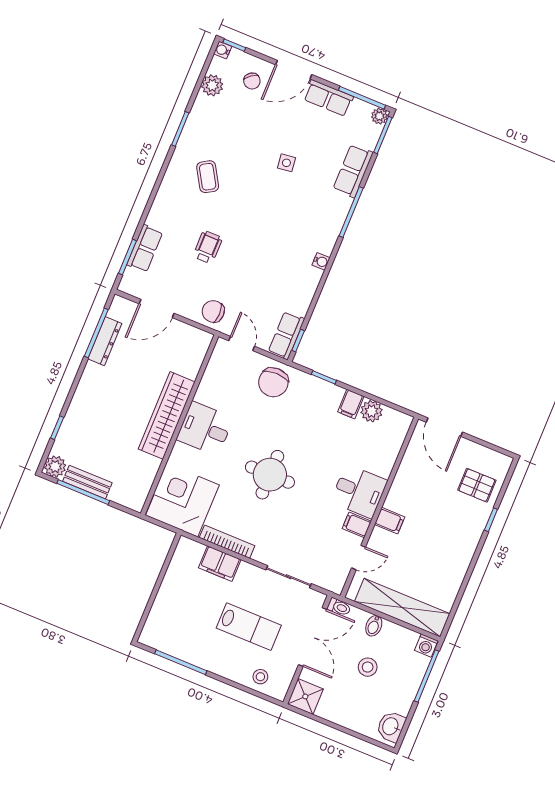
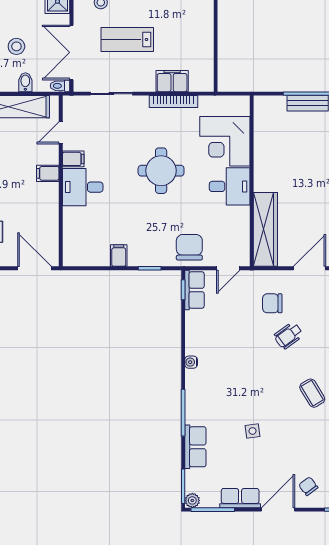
wheelchair: (208, 247) -> (289, 336), turned 54
chair: (213, 311) -> (272, 303), moved, turned 180
door: (242, 344) -> (228, 268), hinge flipped
plant: (372, 411) -> (99, 257), removed
wardrobe: (167, 415) -> (265, 229), moved
corner desk: (182, 500) -> (225, 141), moved, turned 90

